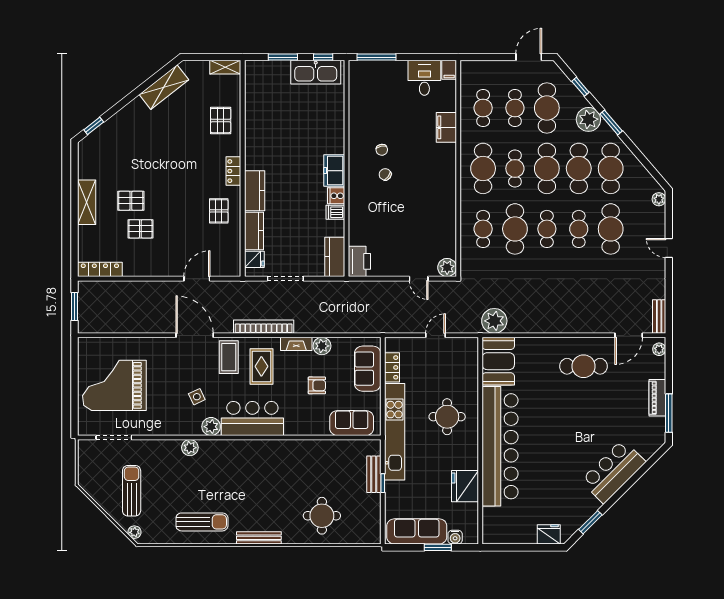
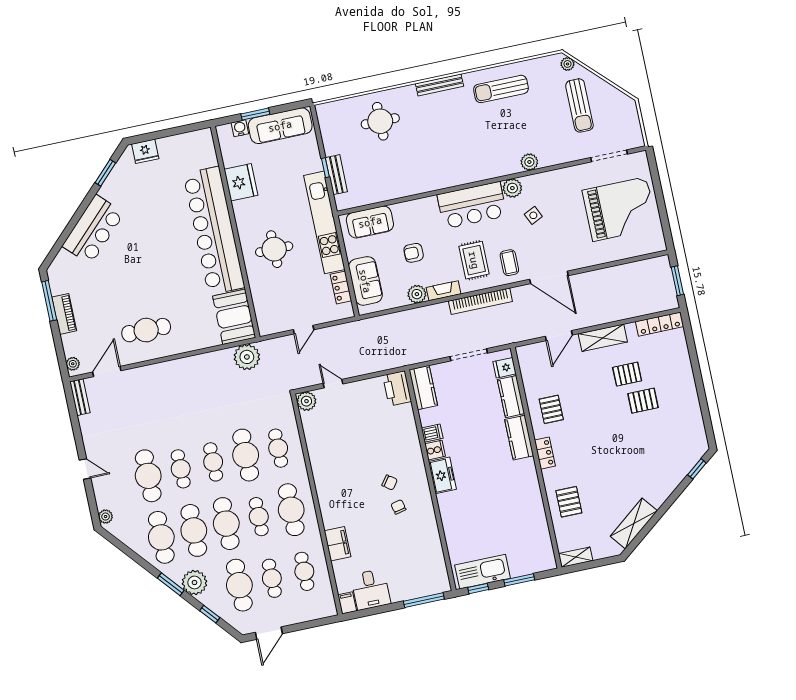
shelving: (87, 202) -> (603, 338), moved, turned 90
coffee table: (229, 357) -> (509, 263), width x0.73, depth x0.77

